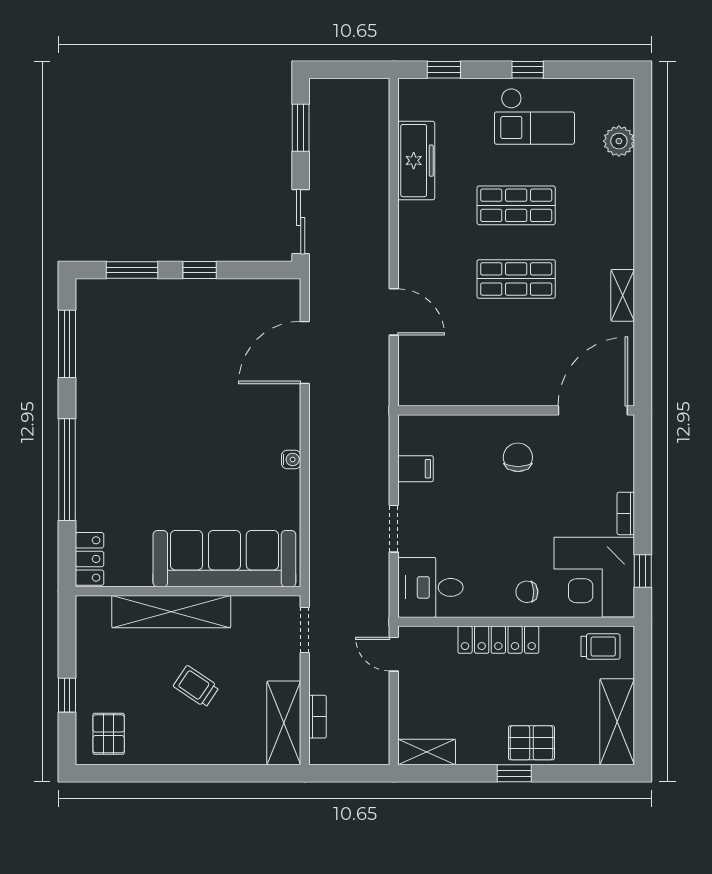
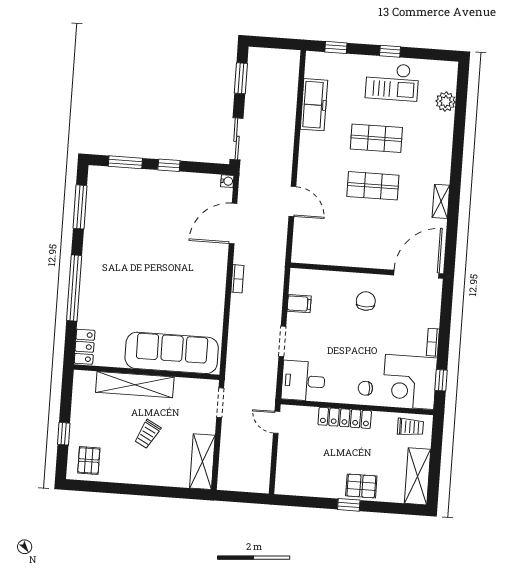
water cooler: (291, 459) -> (227, 181), moved
trolley: (196, 686) -> (147, 434), turned -96
bookcase: (318, 717) -> (237, 279), moved
shelving: (427, 752) -> (293, 487), removed

